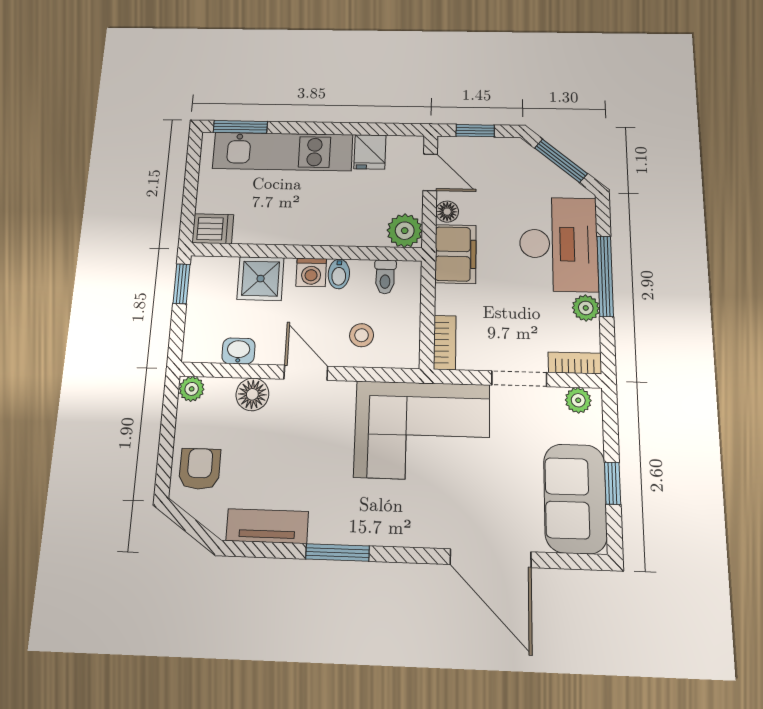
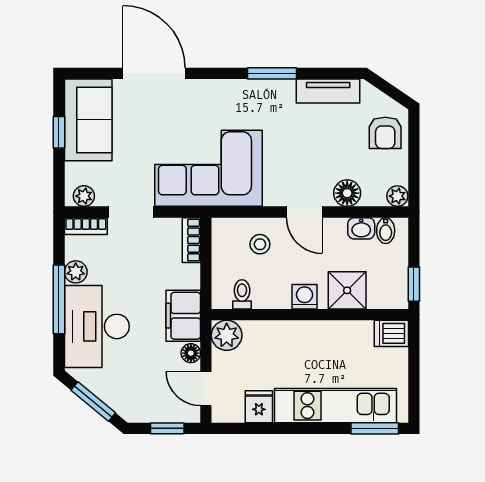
bidet: (339, 274) -> (386, 231), moved, turned 180

